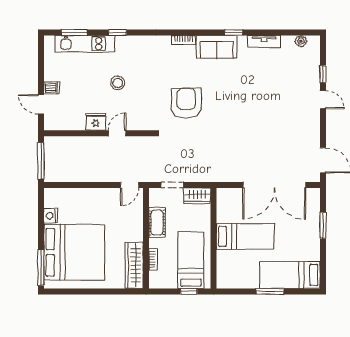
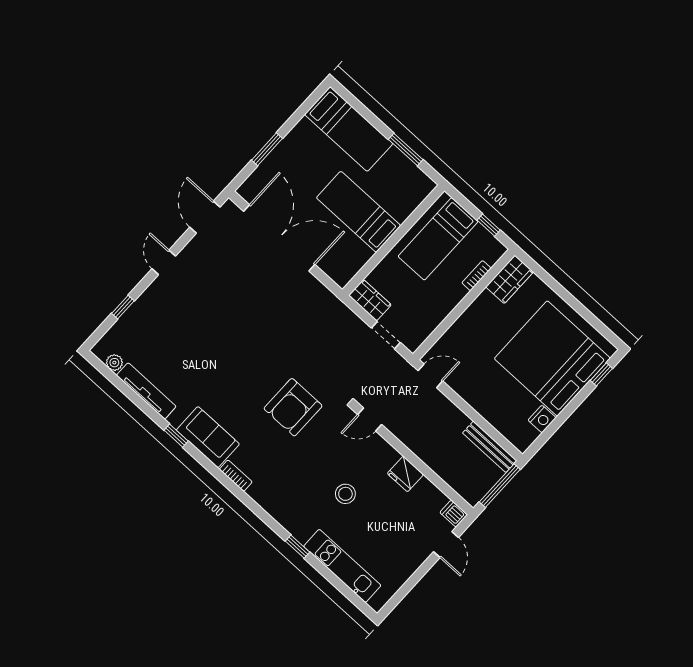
window: (74, 32) -> (343, 588), removed
tv unit: (264, 42) -> (146, 391), width x1.41
dishwasher: (52, 88) -> (454, 514), moved
door: (323, 100) -> (164, 262), moved
door: (117, 133) -> (370, 420), moved
bench: (65, 176) -> (490, 447), added
cot: (157, 222) -> (437, 310), removed
wardrobe: (134, 265) -> (510, 279), width x0.67
window: (41, 267) -> (601, 374), width x0.46
window: (189, 291) -> (489, 225), moved
window: (270, 291) -> (406, 150), moved

